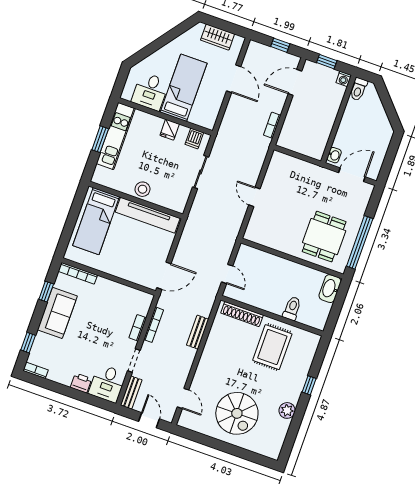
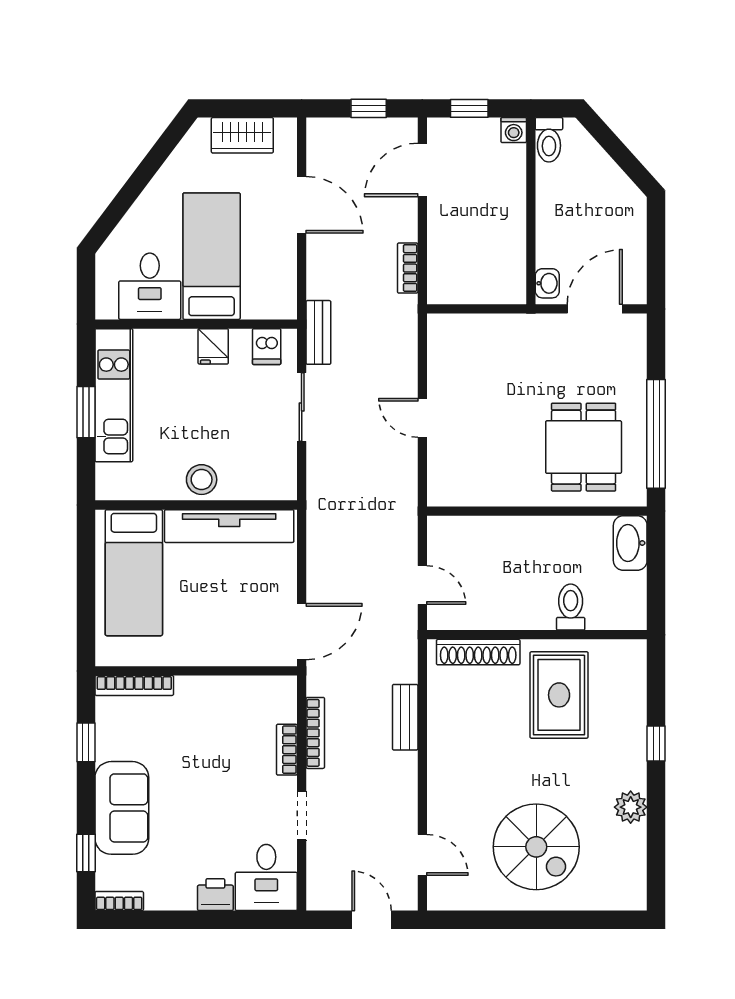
sofa: (57, 313) -> (122, 808), moved
bench: (131, 392) -> (318, 332), moved

